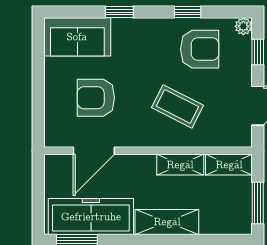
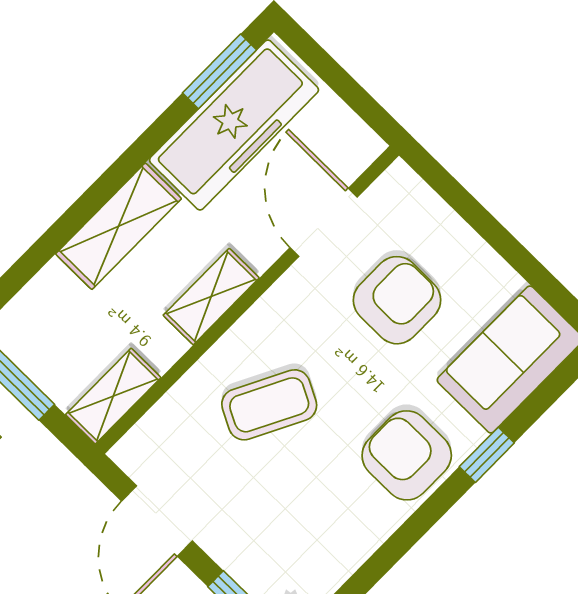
window: (188, 12) -> (390, 553), removed
armchair: (200, 49) -> (407, 455), moved, turned 90
shelving: (180, 165) -> (211, 297), moved

